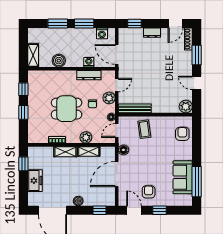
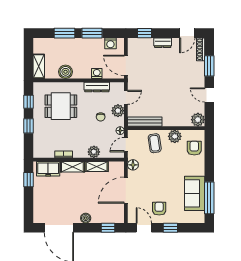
dining table: (66, 109) -> (61, 106), moved
plant: (164, 123) -> (175, 136), added
freezer: (35, 181) -> (48, 169), moved, turned 90

